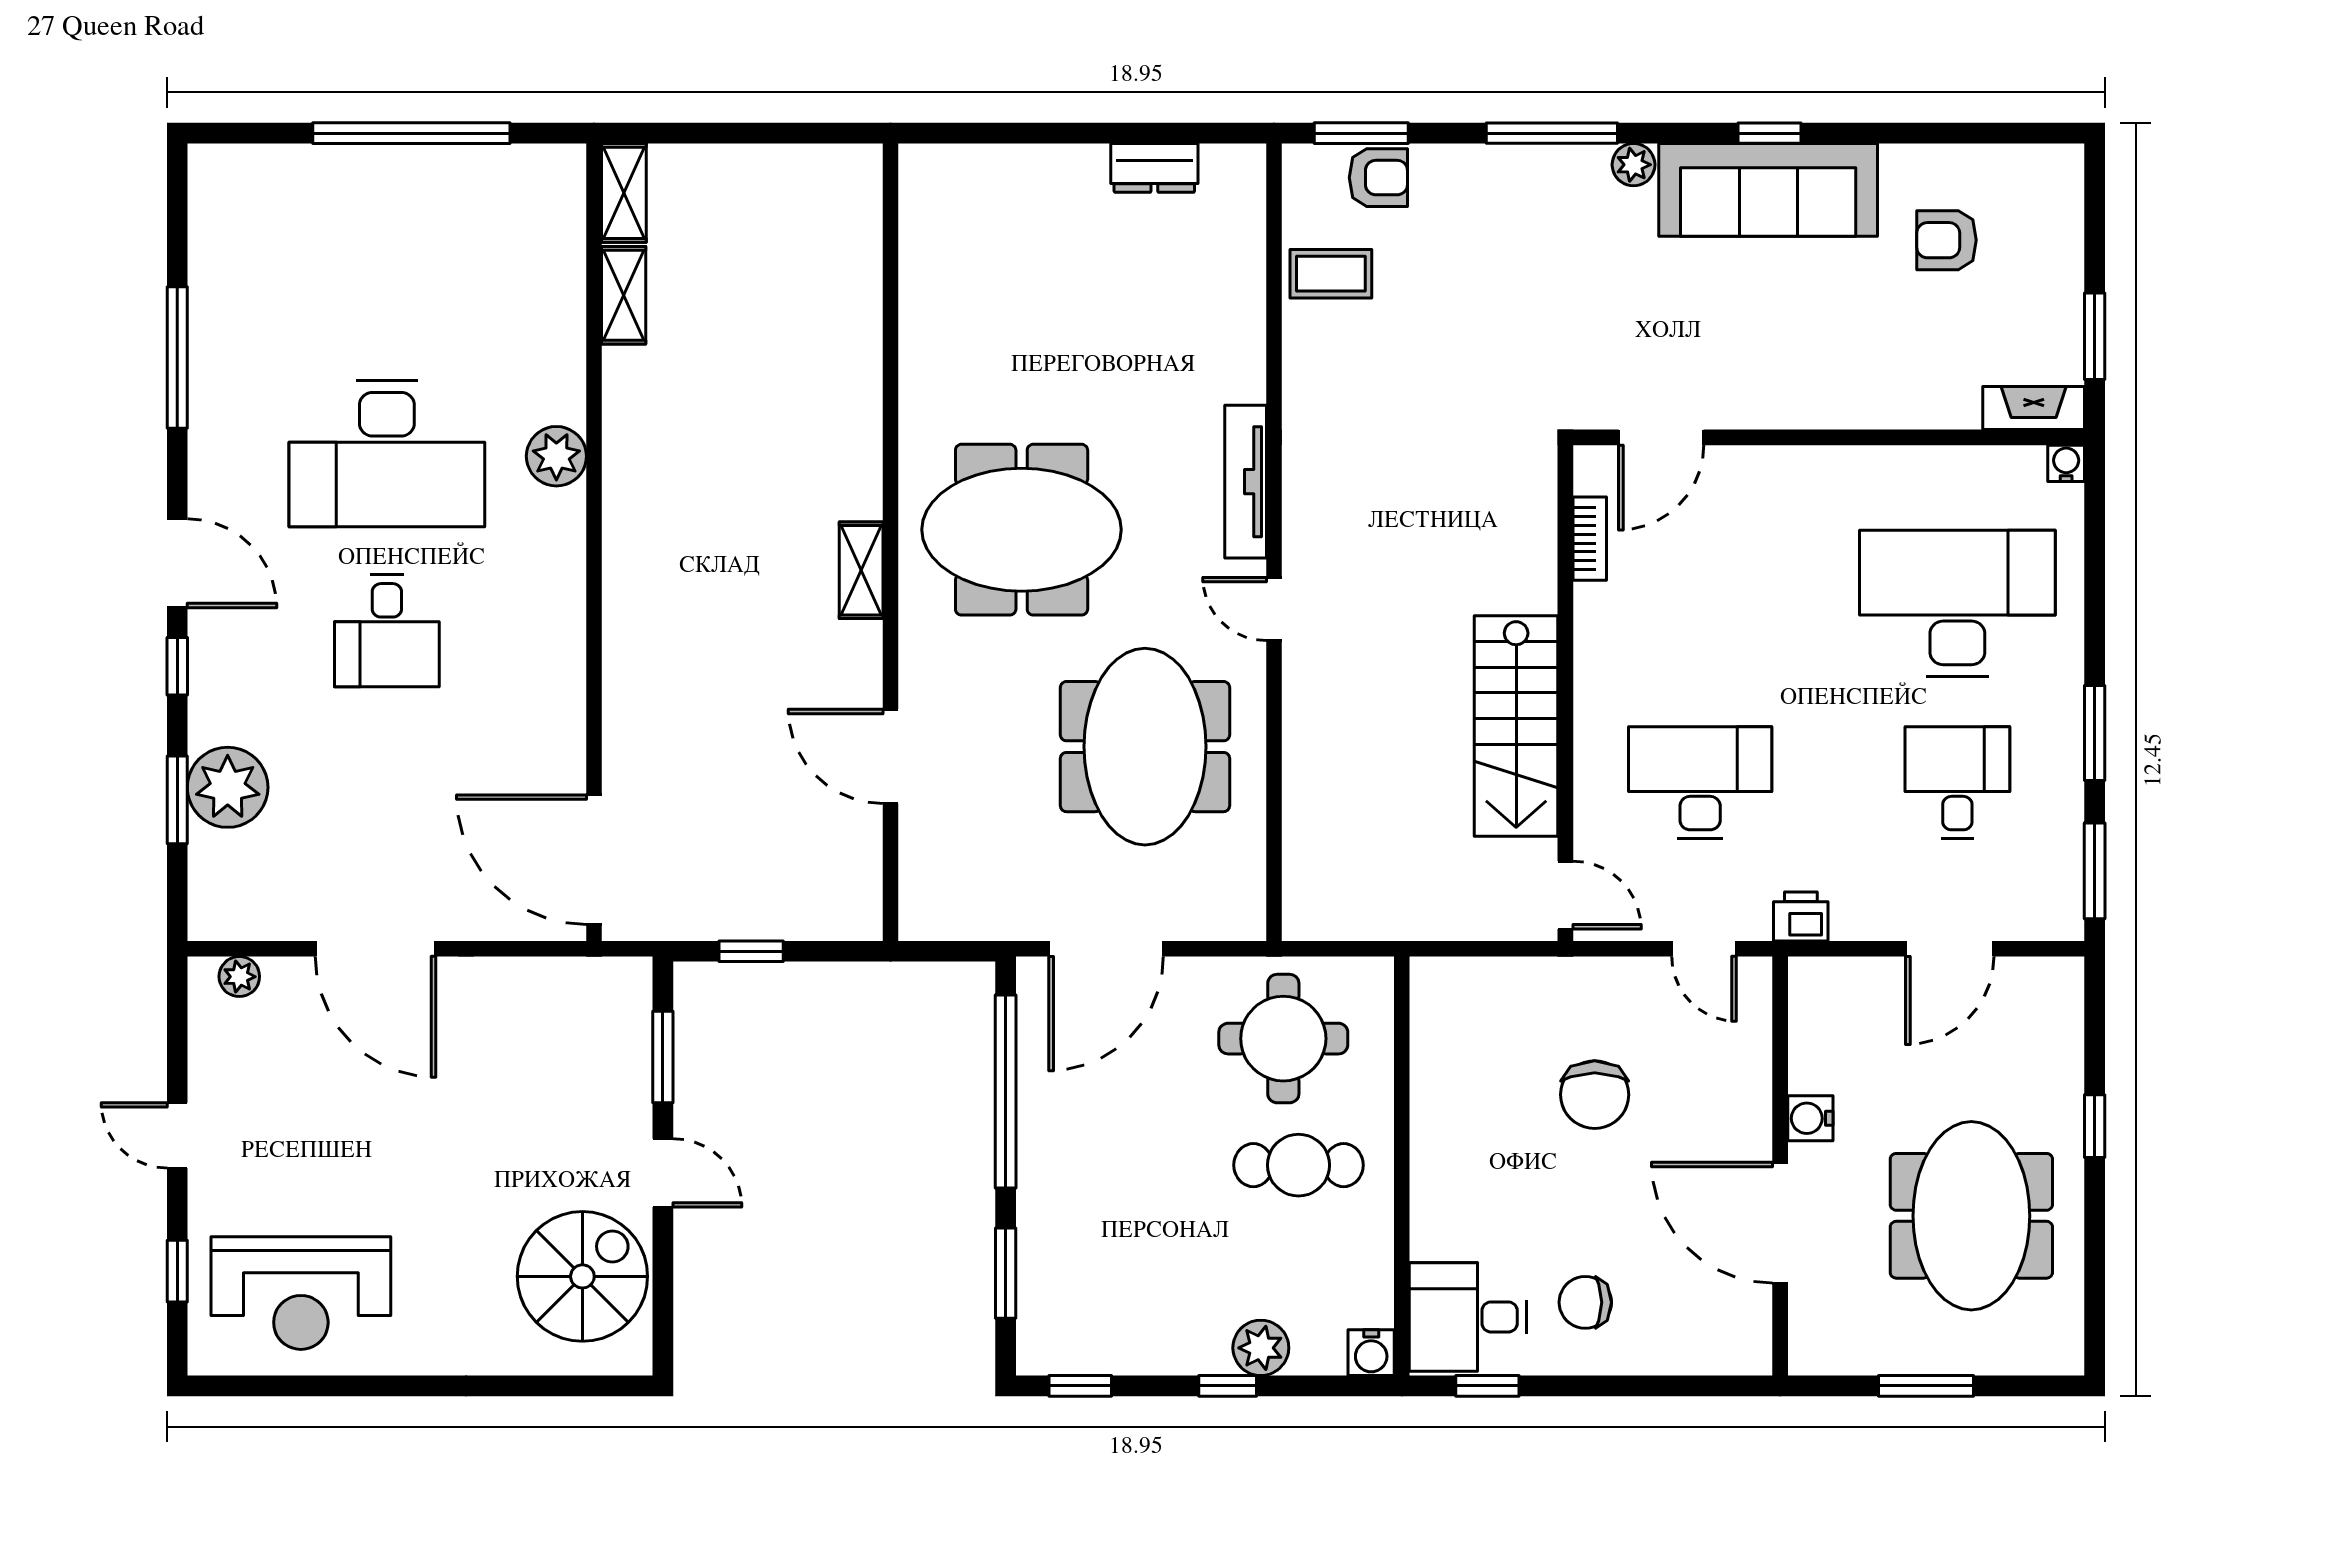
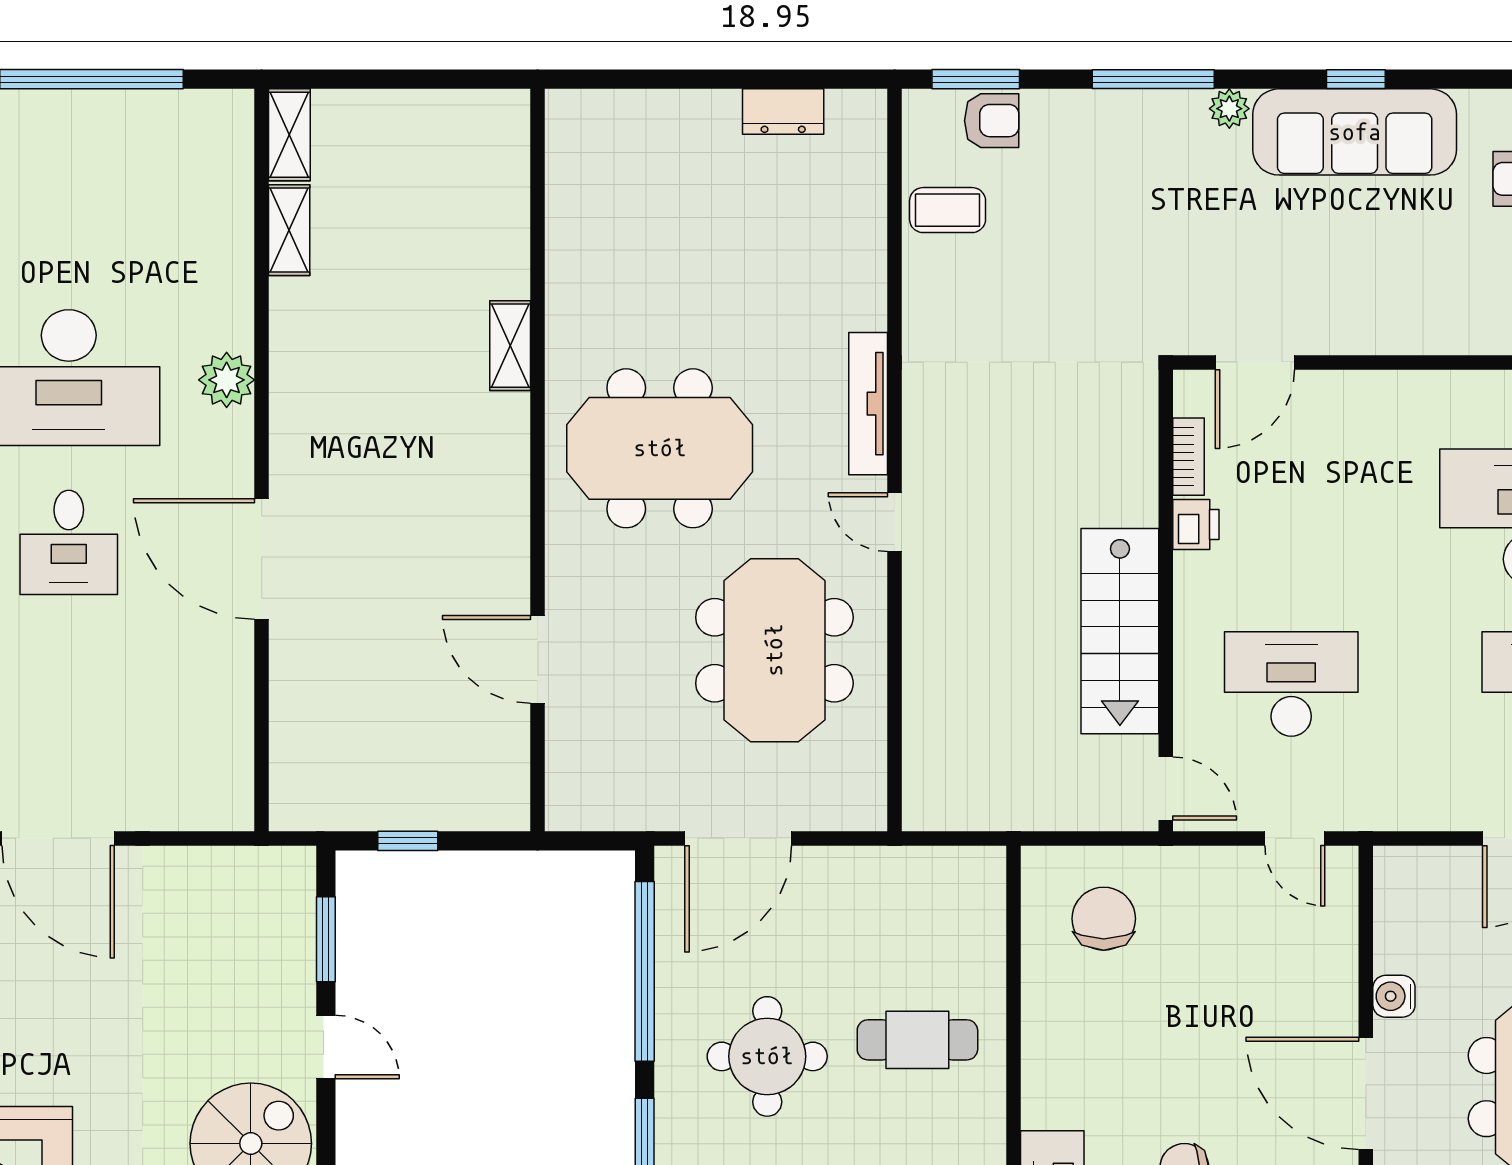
shelving: (861, 570) -> (510, 346), moved
door: (594, 860) -> (262, 559), moved
printer: (1801, 916) -> (1196, 524), moved, turned 90
round table: (1283, 1039) -> (767, 1056), moved
chair: (1595, 1095) -> (1104, 919), moved, turned 180

